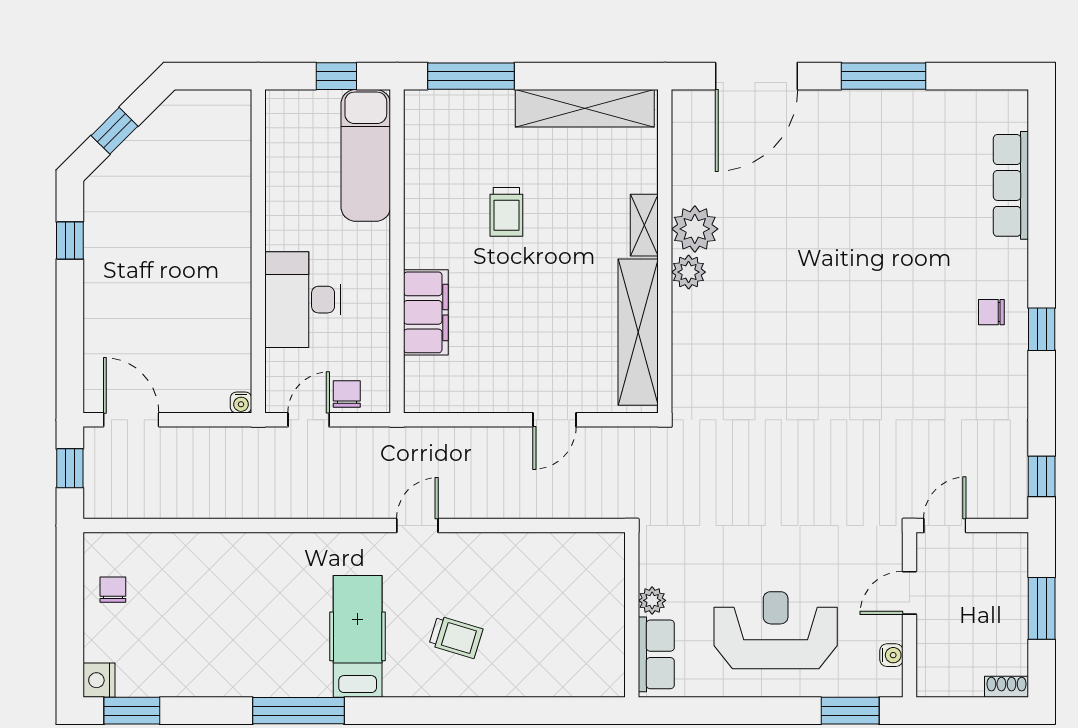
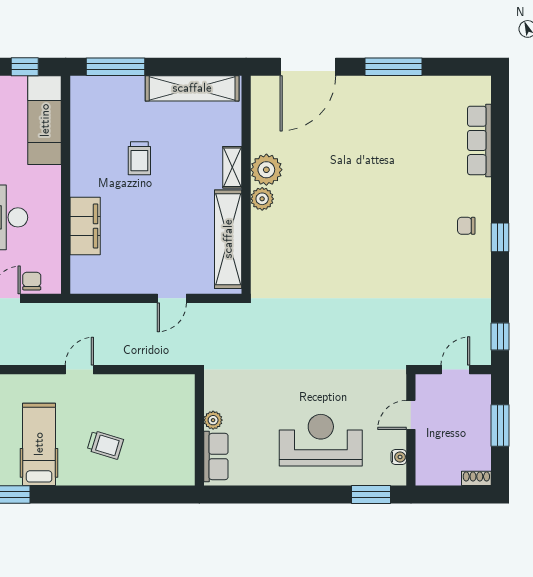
door: (945, 526) -> (455, 370), moved
plant: (652, 600) -> (213, 420), moved
wall: (632, 615) -> (199, 430), moved
row of seats: (656, 654) -> (216, 456), moved

